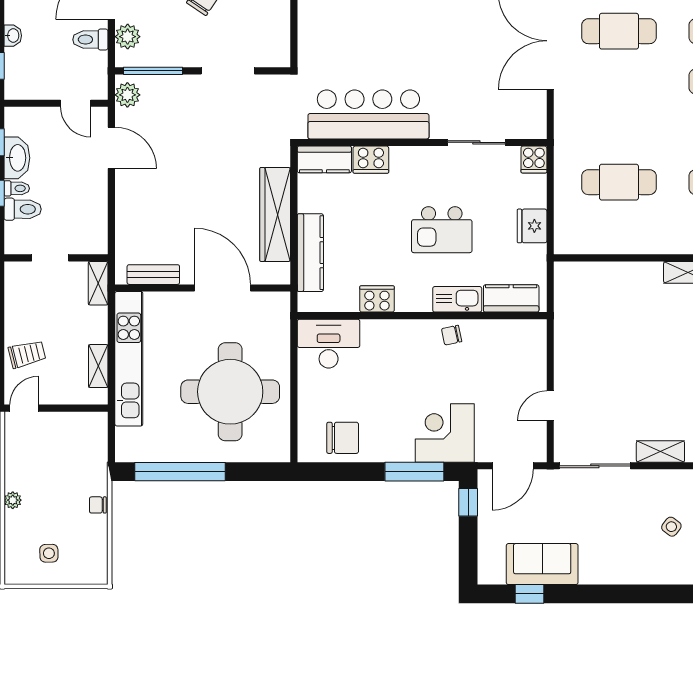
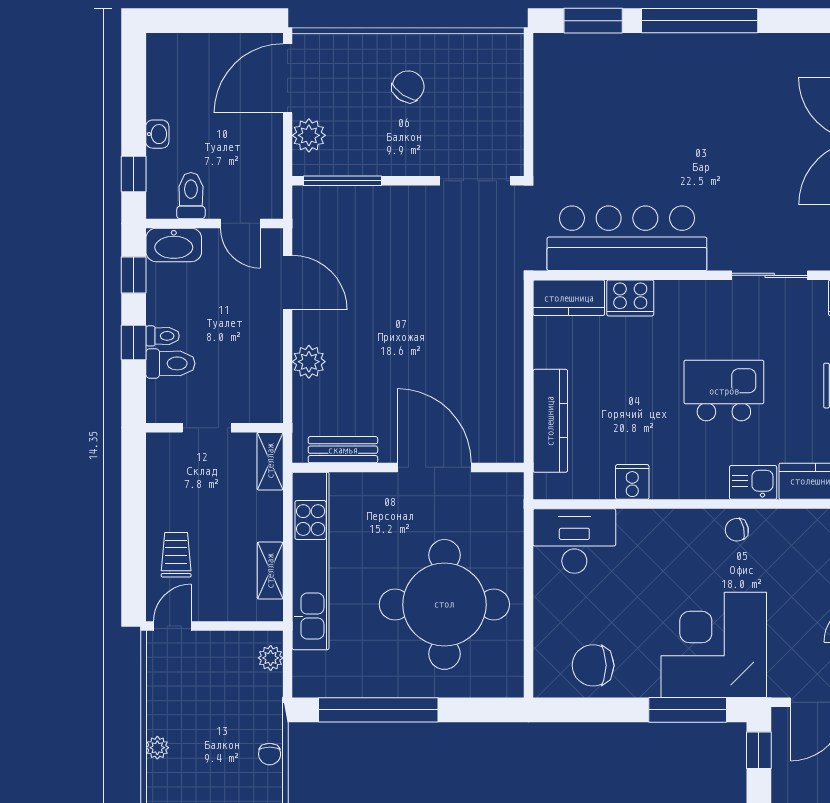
toilet: (90, 40) -> (191, 196), moved, turned 90
doorway: (228, 71) -> (475, 181), moved
plant: (127, 95) -> (309, 362), moved
washbasin: (17, 158) -> (174, 245), moved, turned 90
wardrobe: (275, 214) -> (504, 370), removed
kitchen island: (442, 230) -> (724, 391), turned 180
cooker: (377, 299) -> (632, 482), width x0.73
kitchen sink: (457, 299) -> (753, 482), width x0.73
trolley: (27, 354) -> (176, 555), turned -76
plant: (98, 432) -> (271, 658), added
corner desk: (445, 433) -> (714, 645), width x1.36, depth x1.36
chair: (343, 438) -> (593, 665), turned 180
chair: (98, 505) -> (270, 754), turned -90

